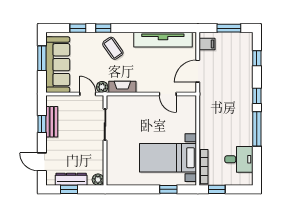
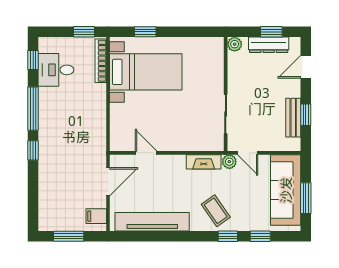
window: (257, 58) -> (33, 60), moved
door: (42, 162) -> (306, 67), swing flipped

